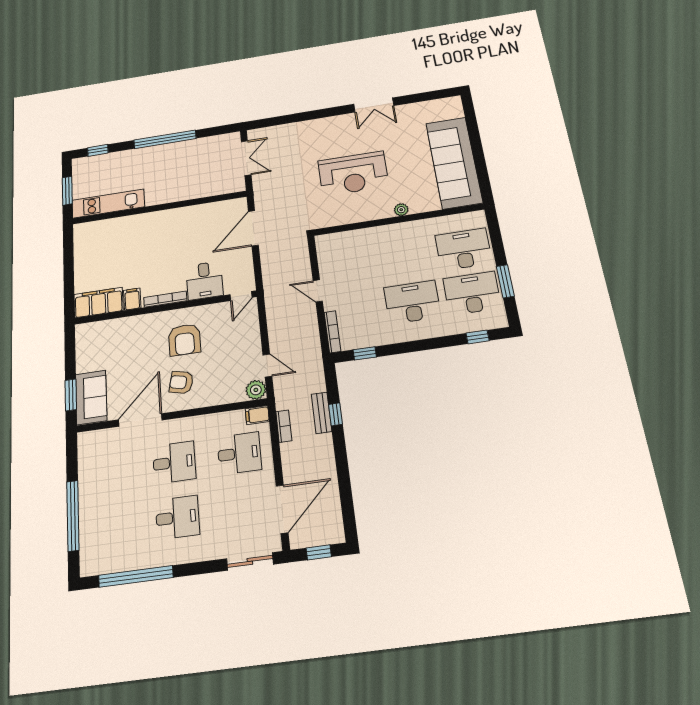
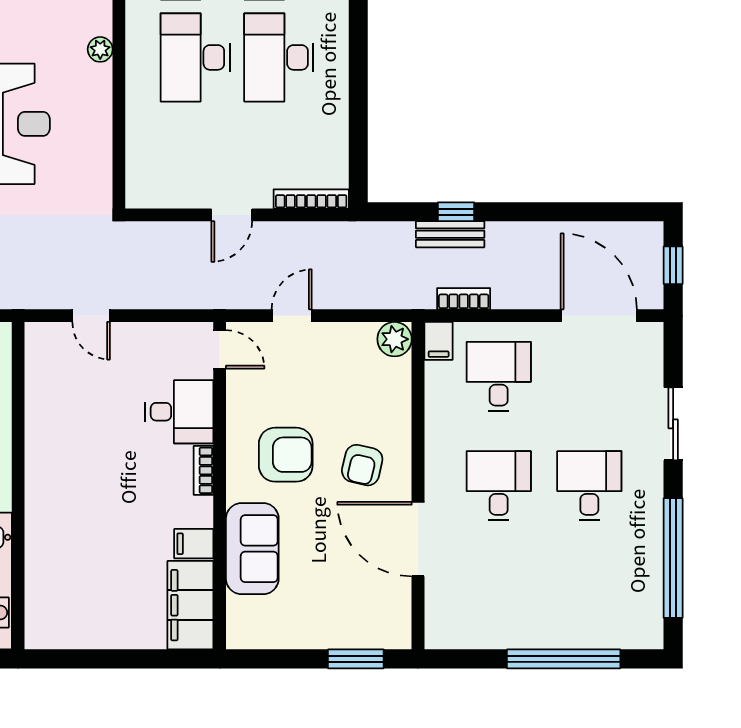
door: (253, 228) -> (91, 316), width x0.53
desk: (405, 258) -> (195, 57), added
bookcase: (165, 299) -> (204, 470), width x0.64
window: (365, 353) -> (358, 150), removed
door: (267, 366) -> (292, 316), moved
sofa: (91, 397) -> (252, 549), moved, turned 90
sliding door: (250, 561) -> (673, 424), moved

